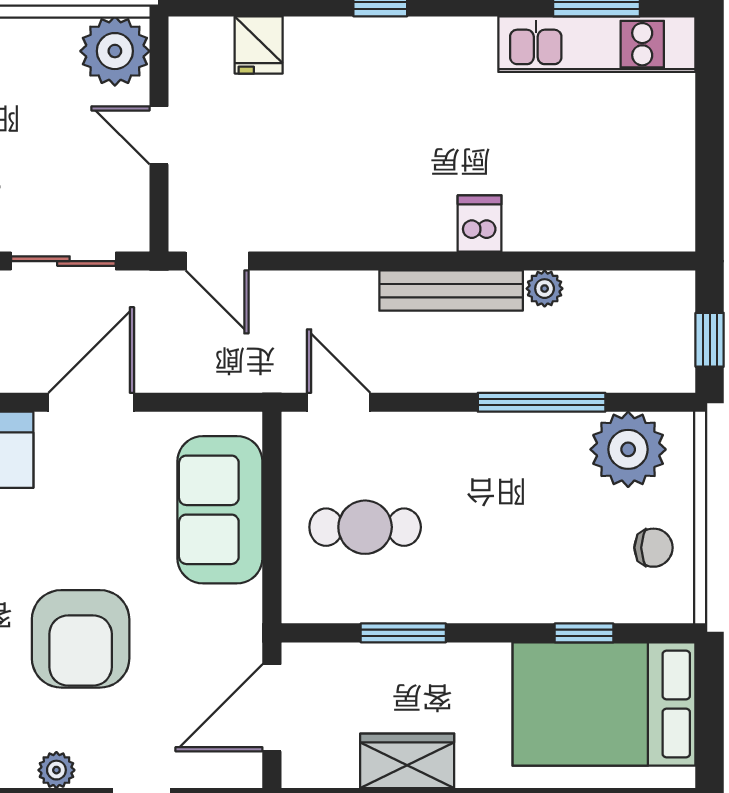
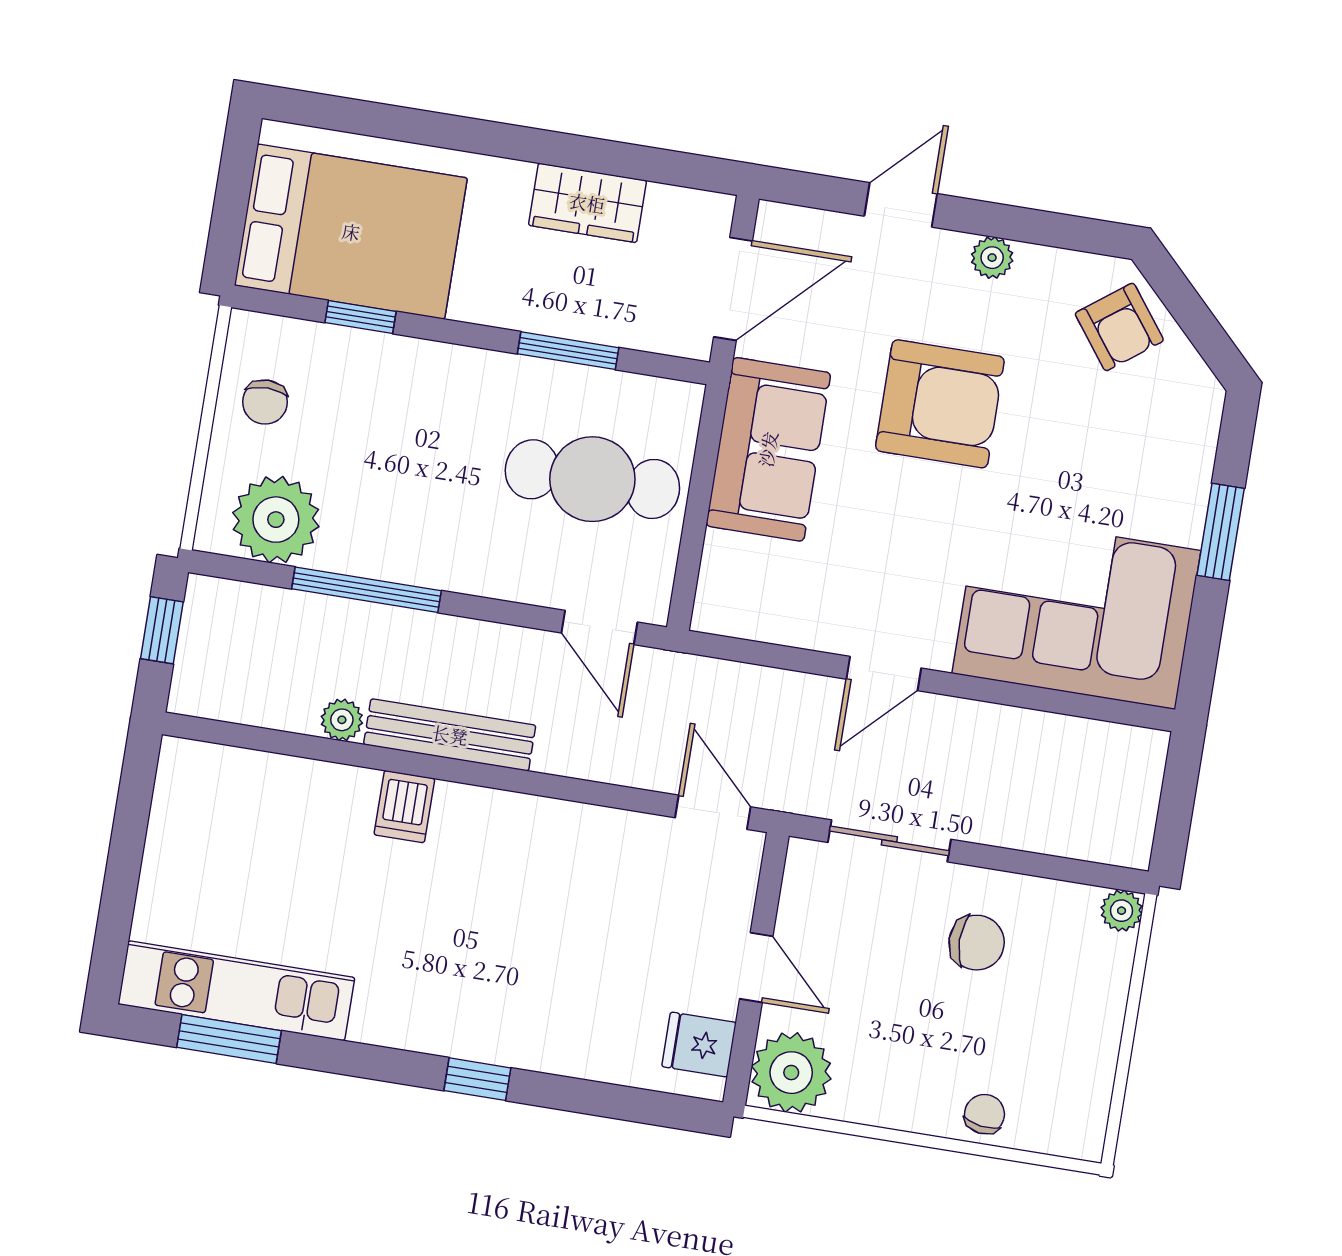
fridge: (259, 45) -> (699, 1045), moved, turned -90
door: (91, 402) -> (884, 674), width x0.73
sofa: (220, 510) -> (768, 449), moved
cafe table: (365, 527) -> (592, 479), width x1.37, depth x1.35
chair: (653, 548) -> (265, 402), turned -90
armchair: (81, 639) -> (940, 404), turned 90

